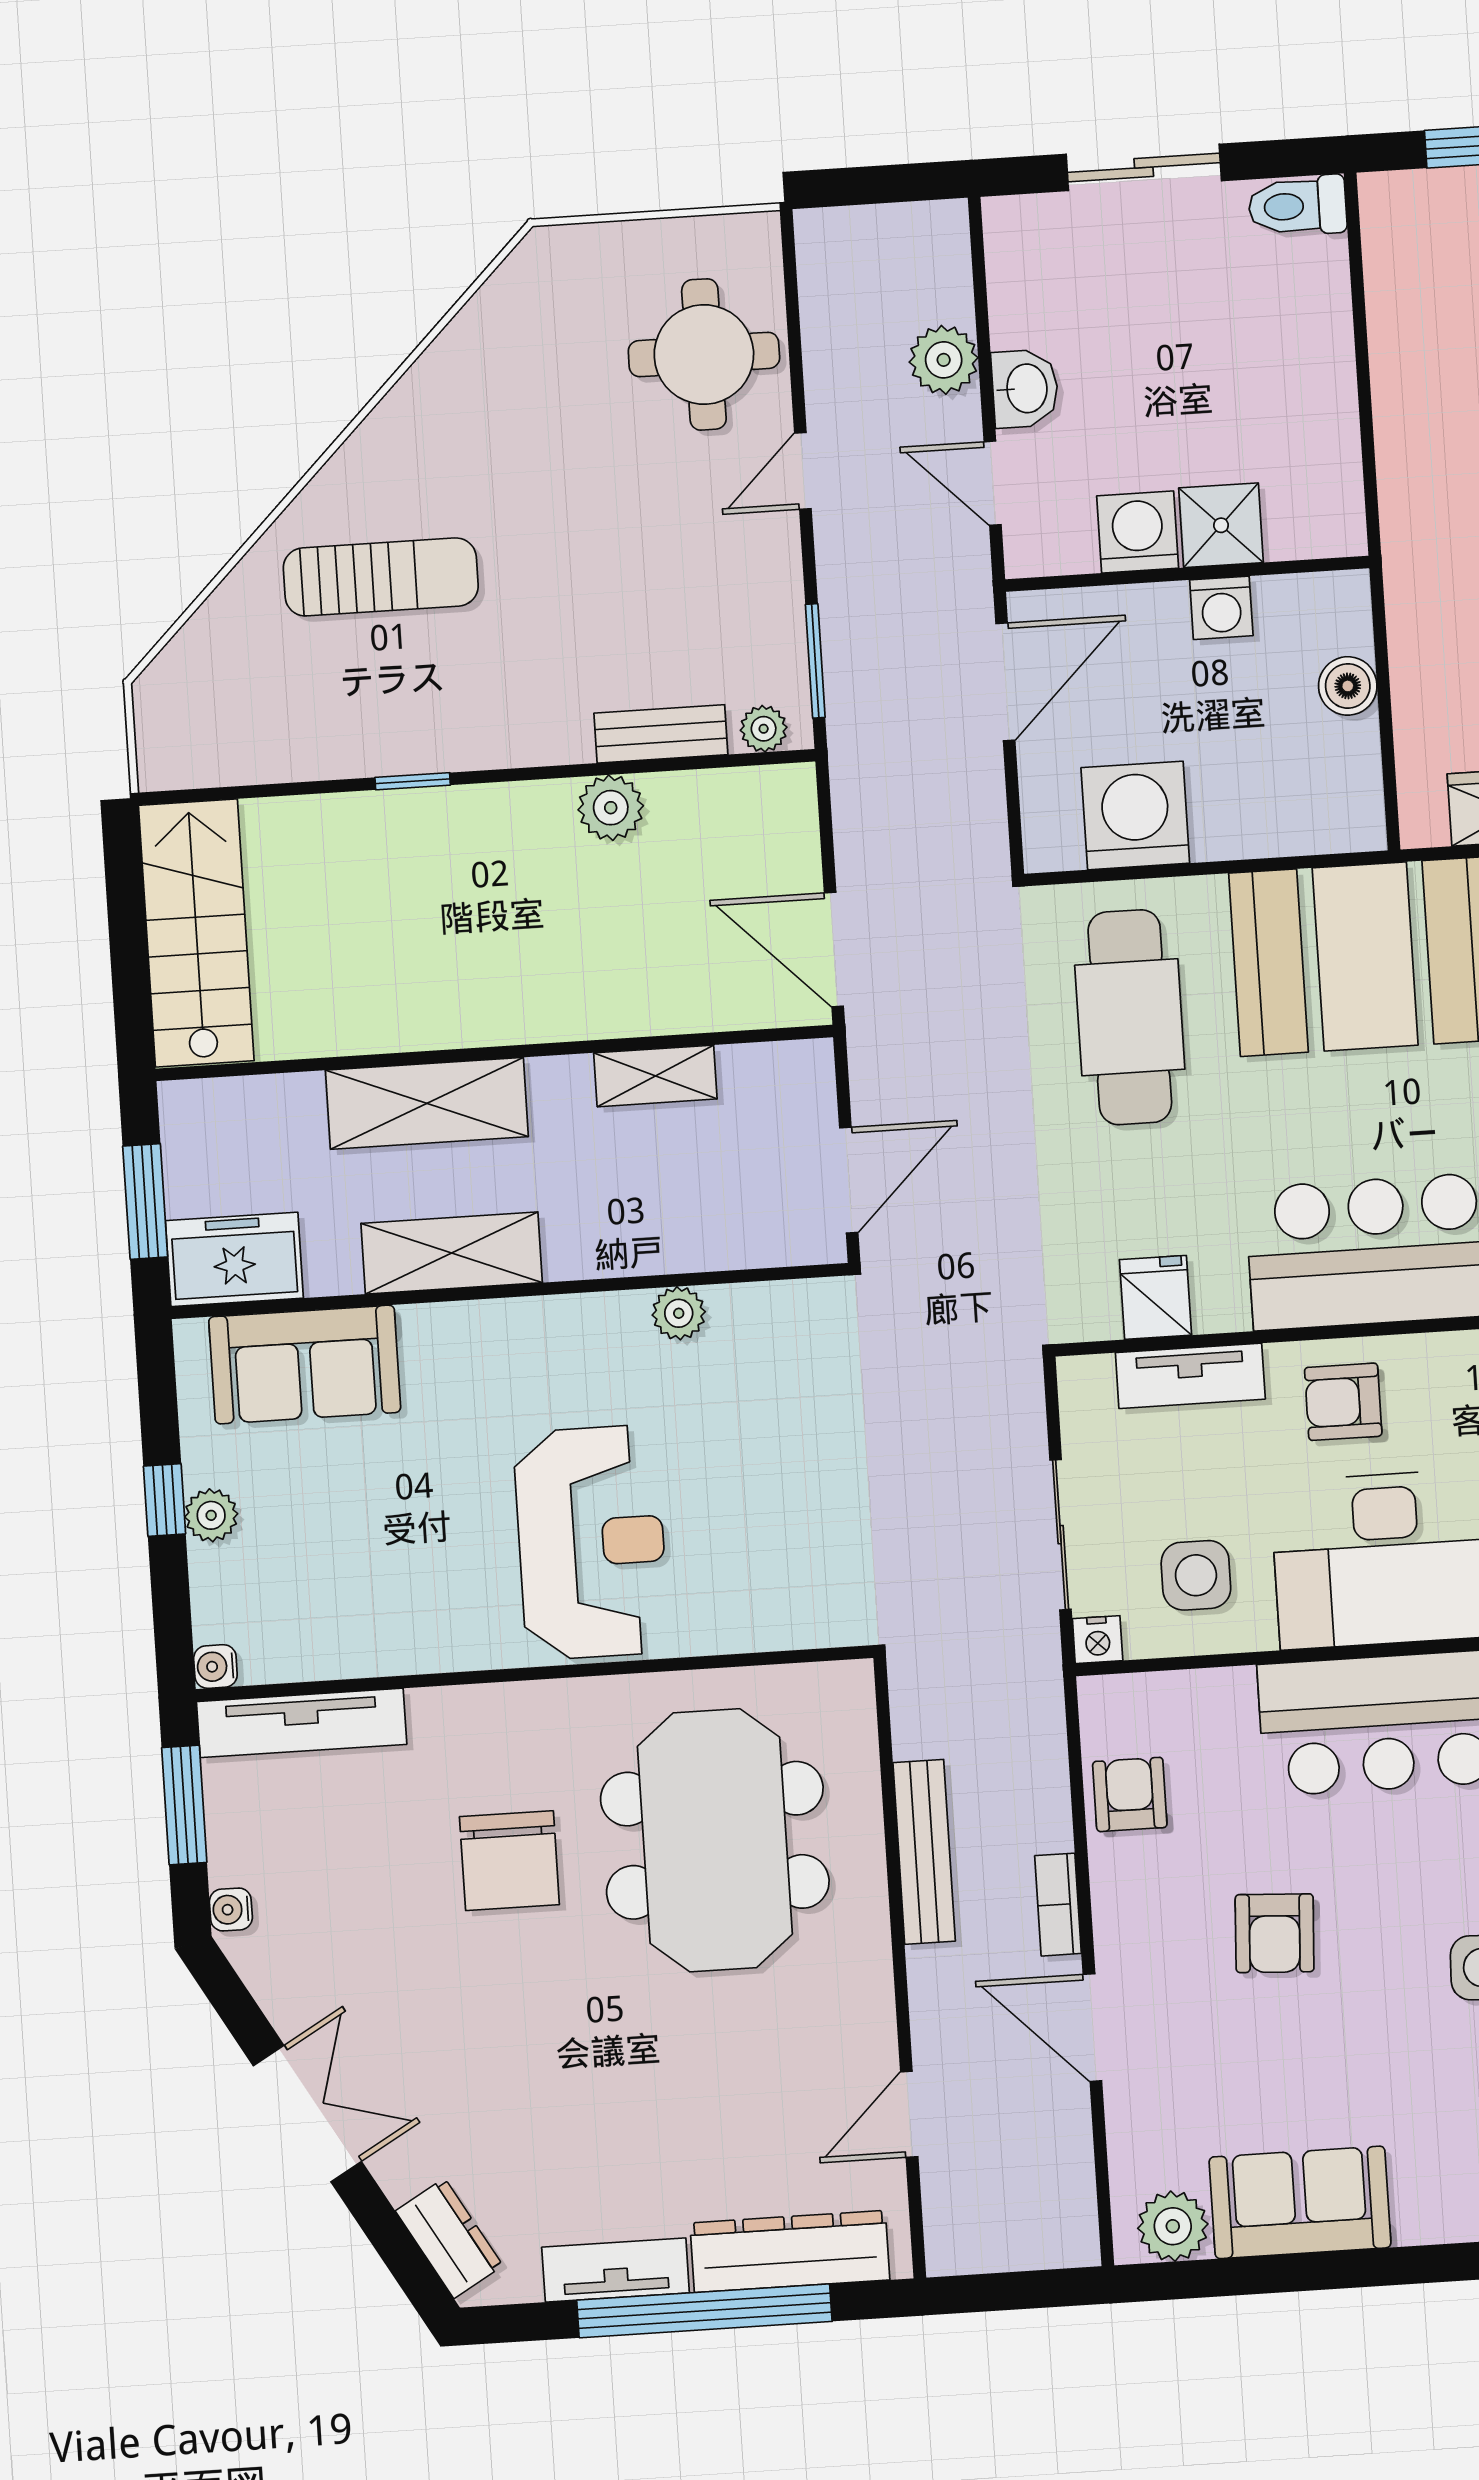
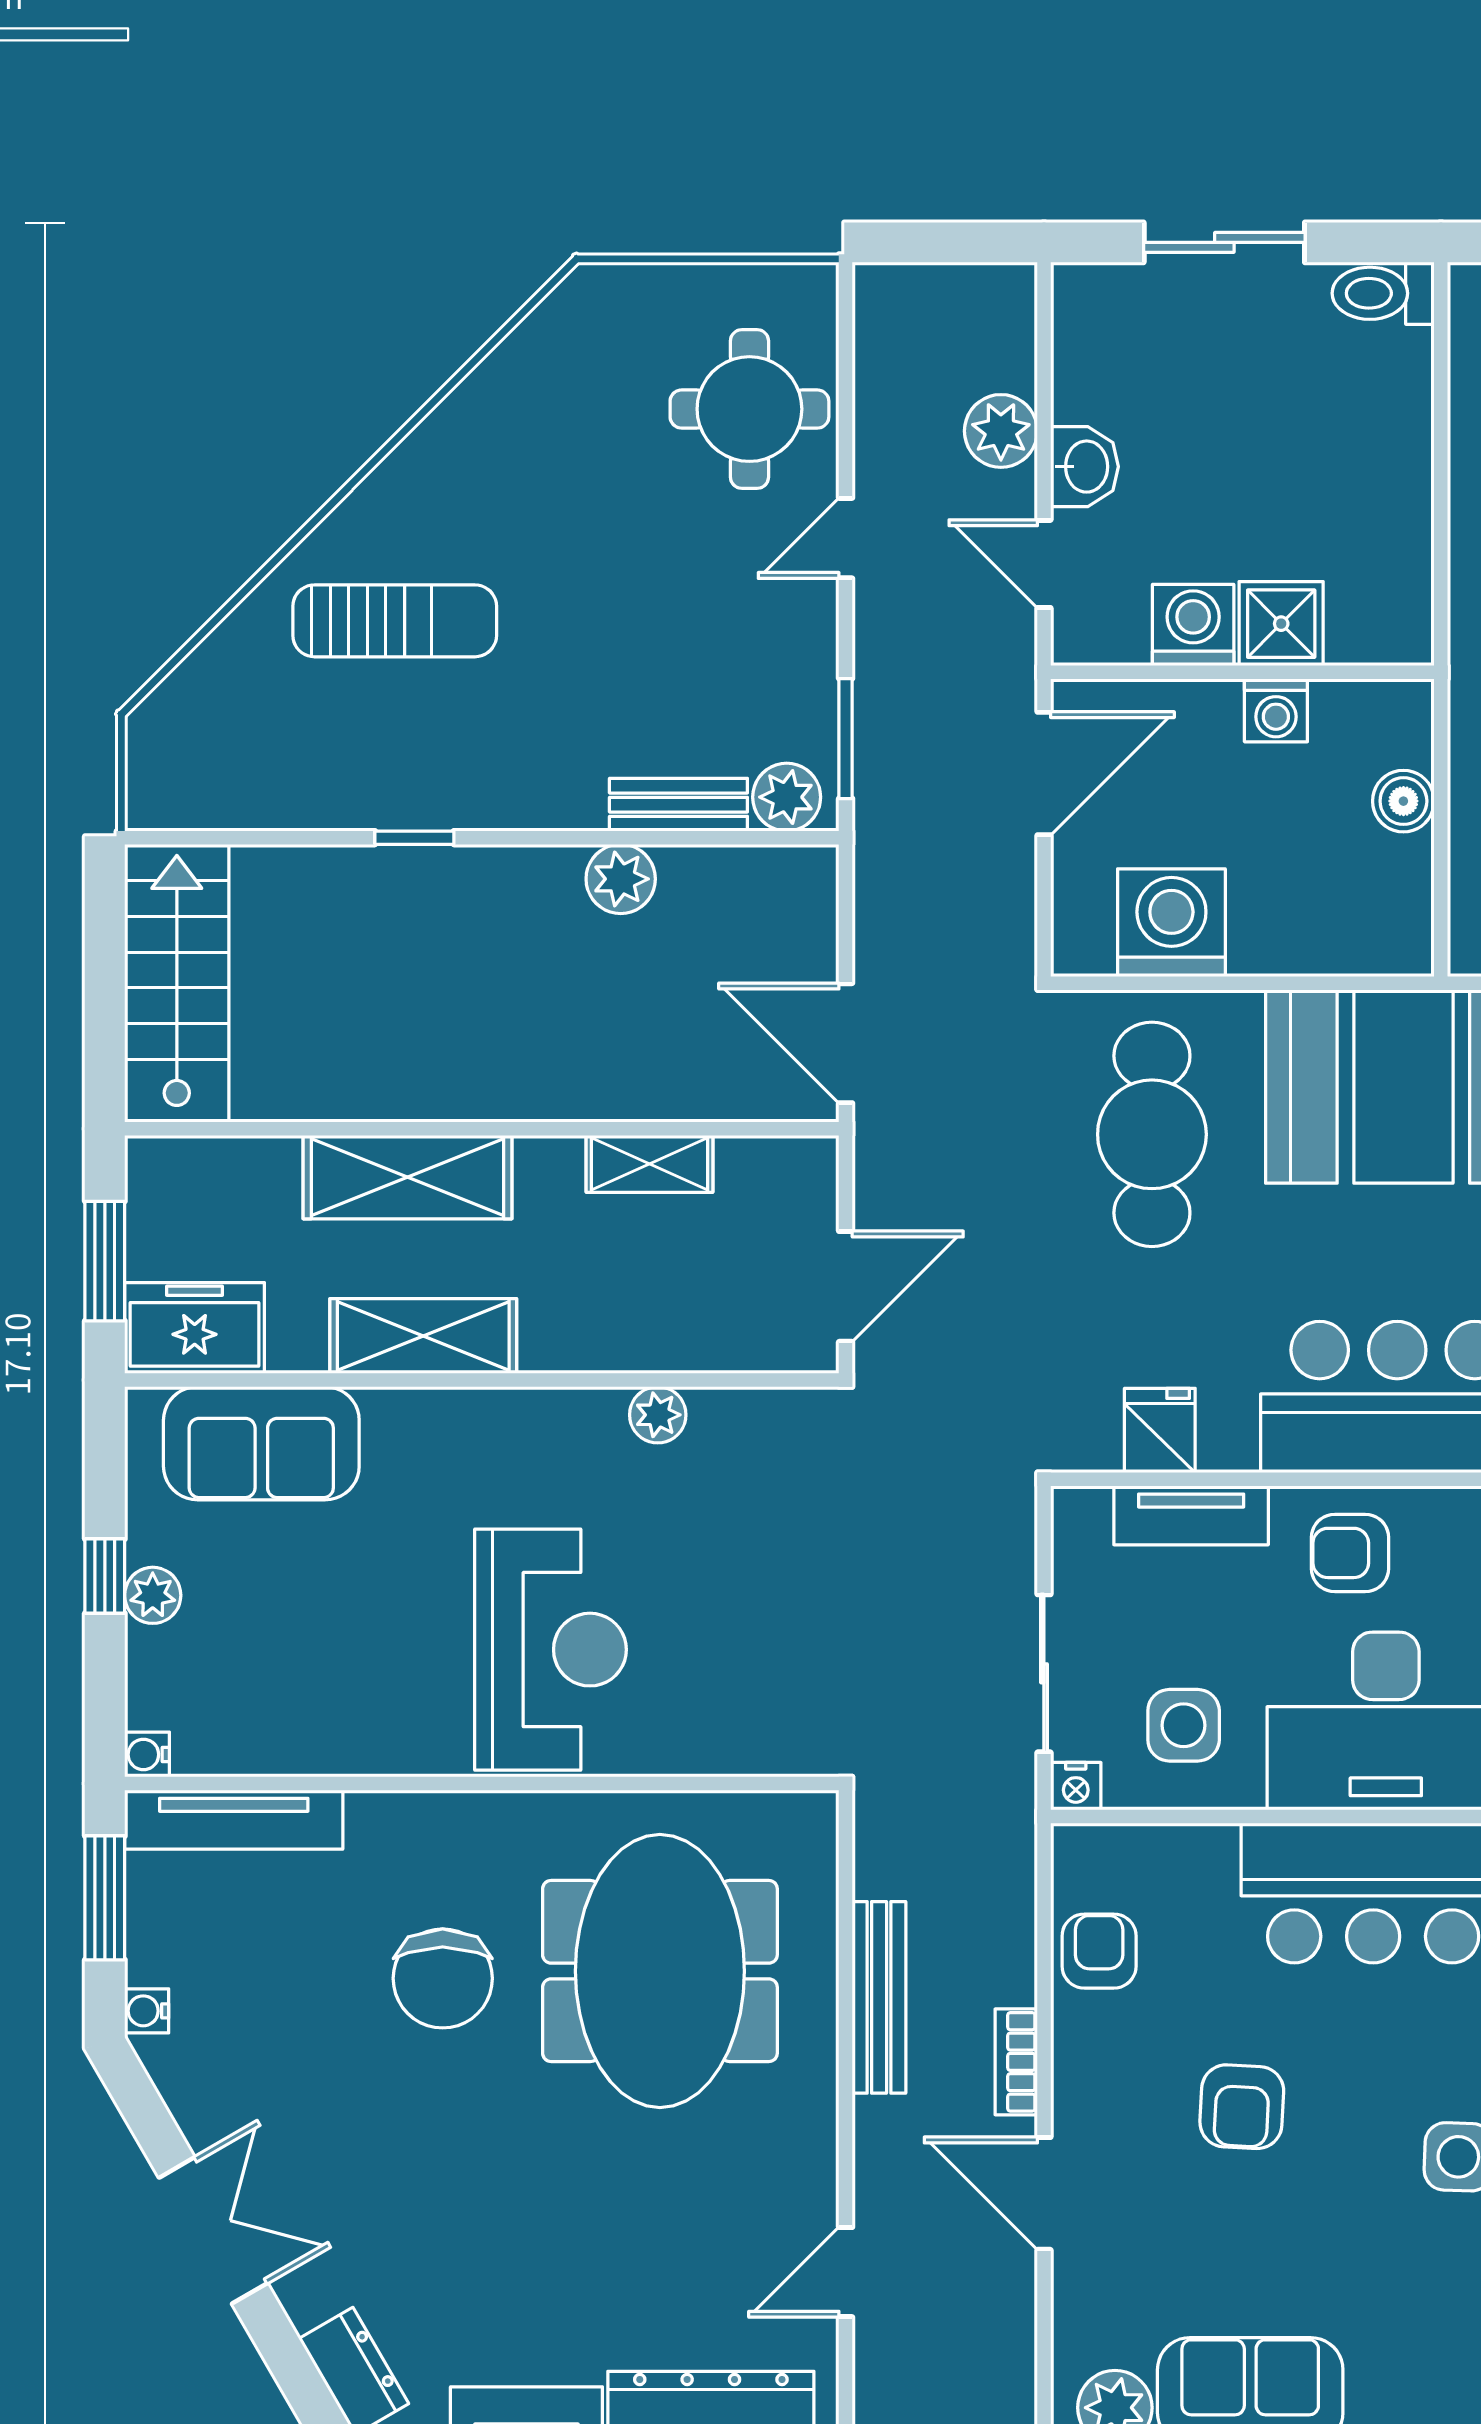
plant: (764, 729) -> (787, 797), width x1.38, depth x1.38

